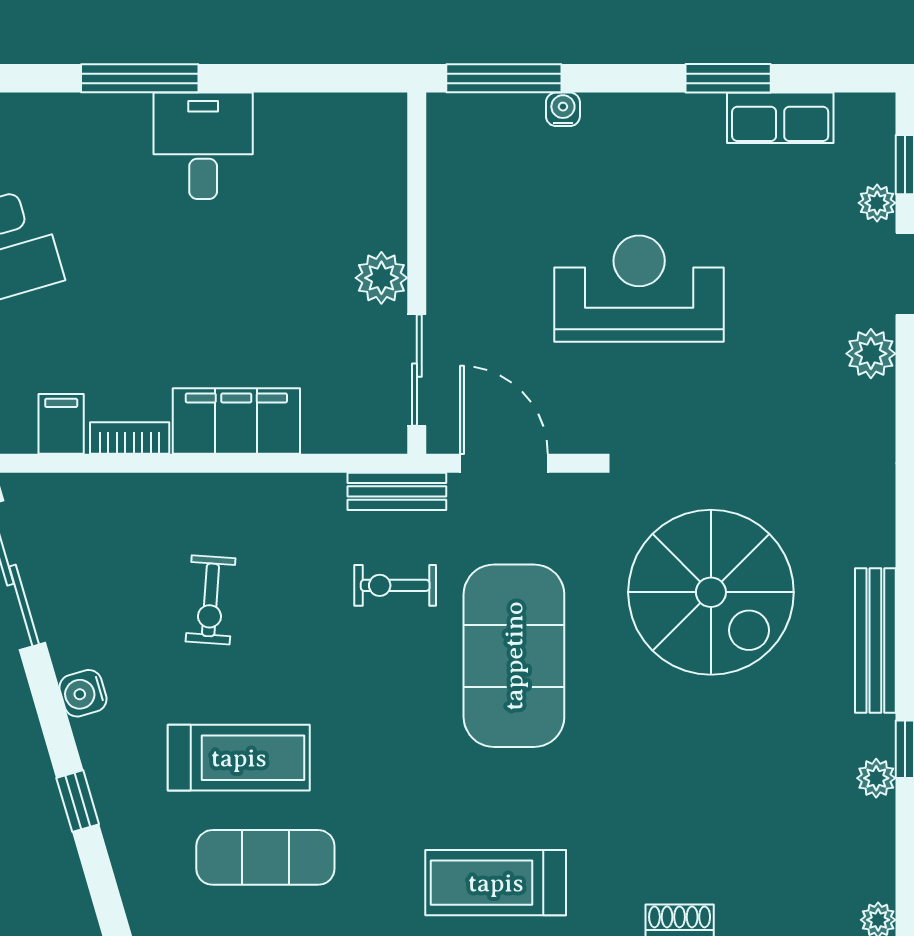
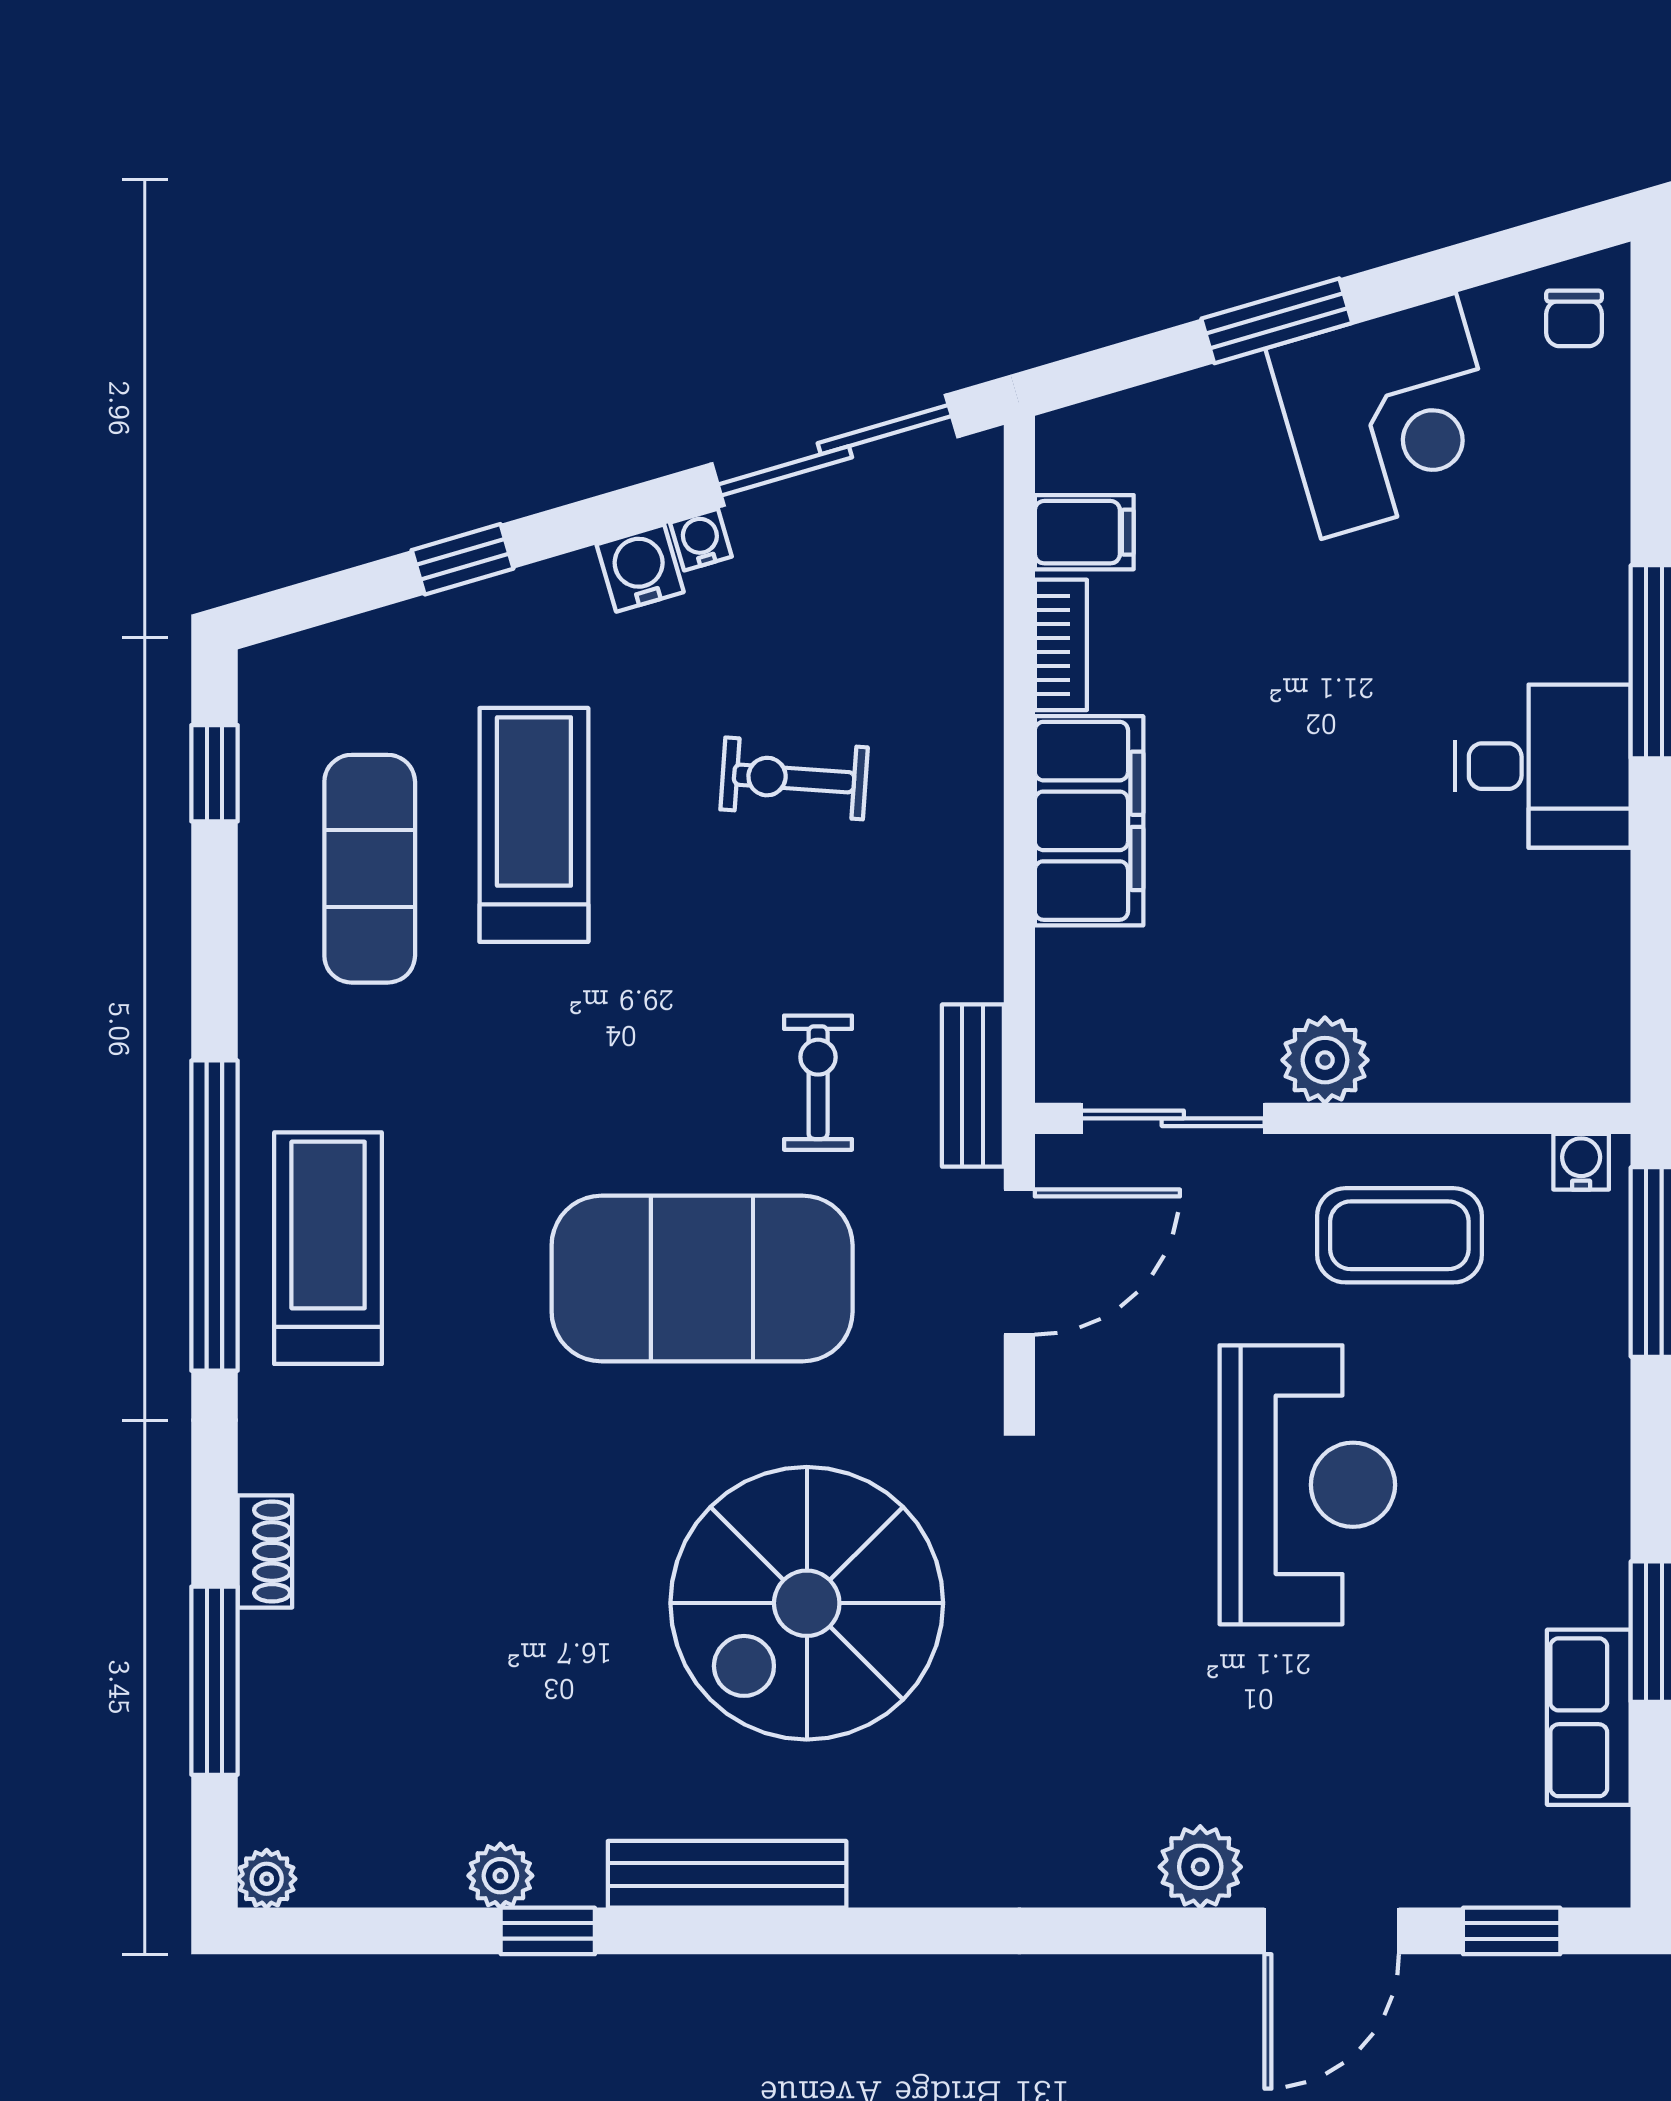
water cooler: (563, 109) -> (1581, 1162), moved, turned -90
plant: (877, 203) -> (1448, 1877), removed
coffee table: (488, 233) -> (1399, 1235), added
water cooler: (66, 656) -> (701, 540), added
treadmill: (239, 758) -> (534, 825), turned 180

